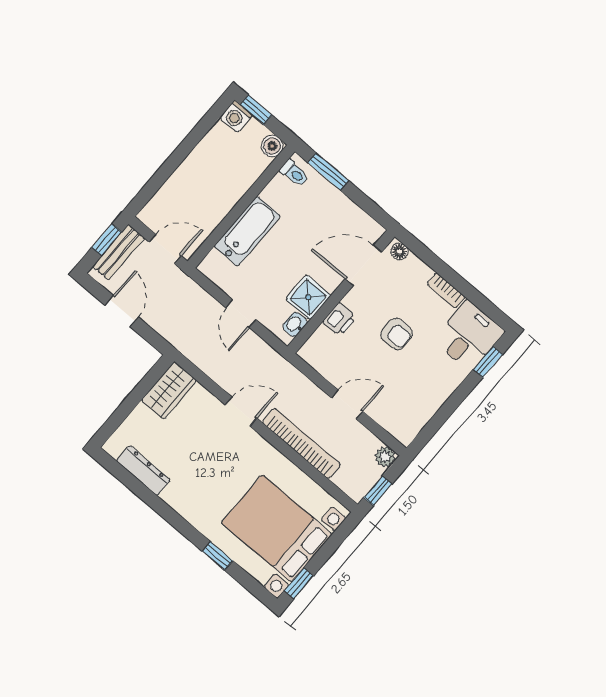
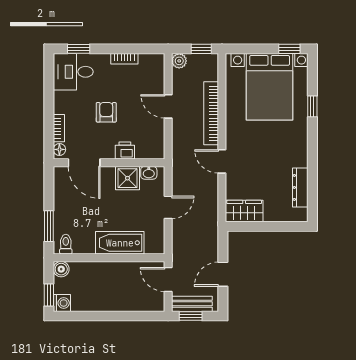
bookcase: (446, 290) -> (59, 128), moved
bookcase: (436, 401) -> (124, 59), added

